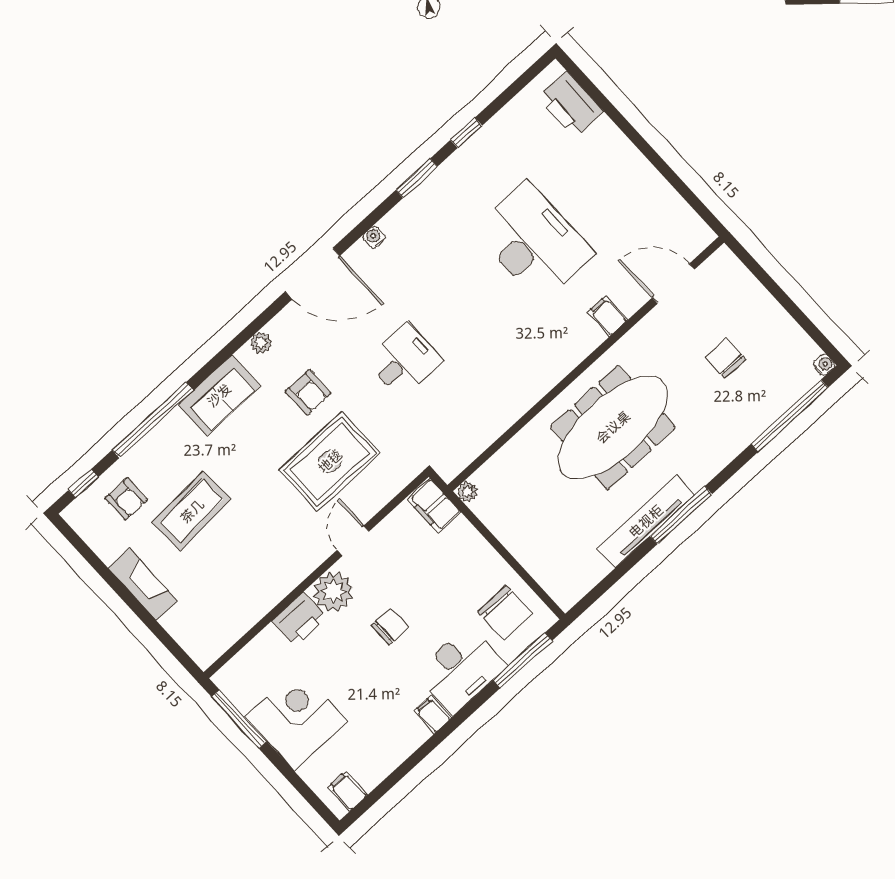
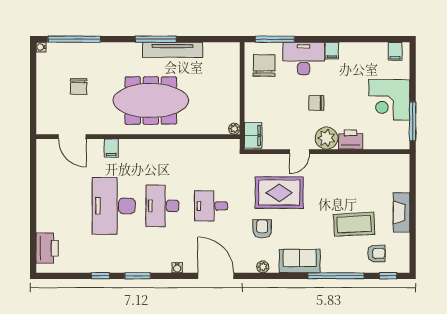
desk: (469, 301) -> (162, 206), added
armchair: (126, 499) -> (376, 253), turned 90

